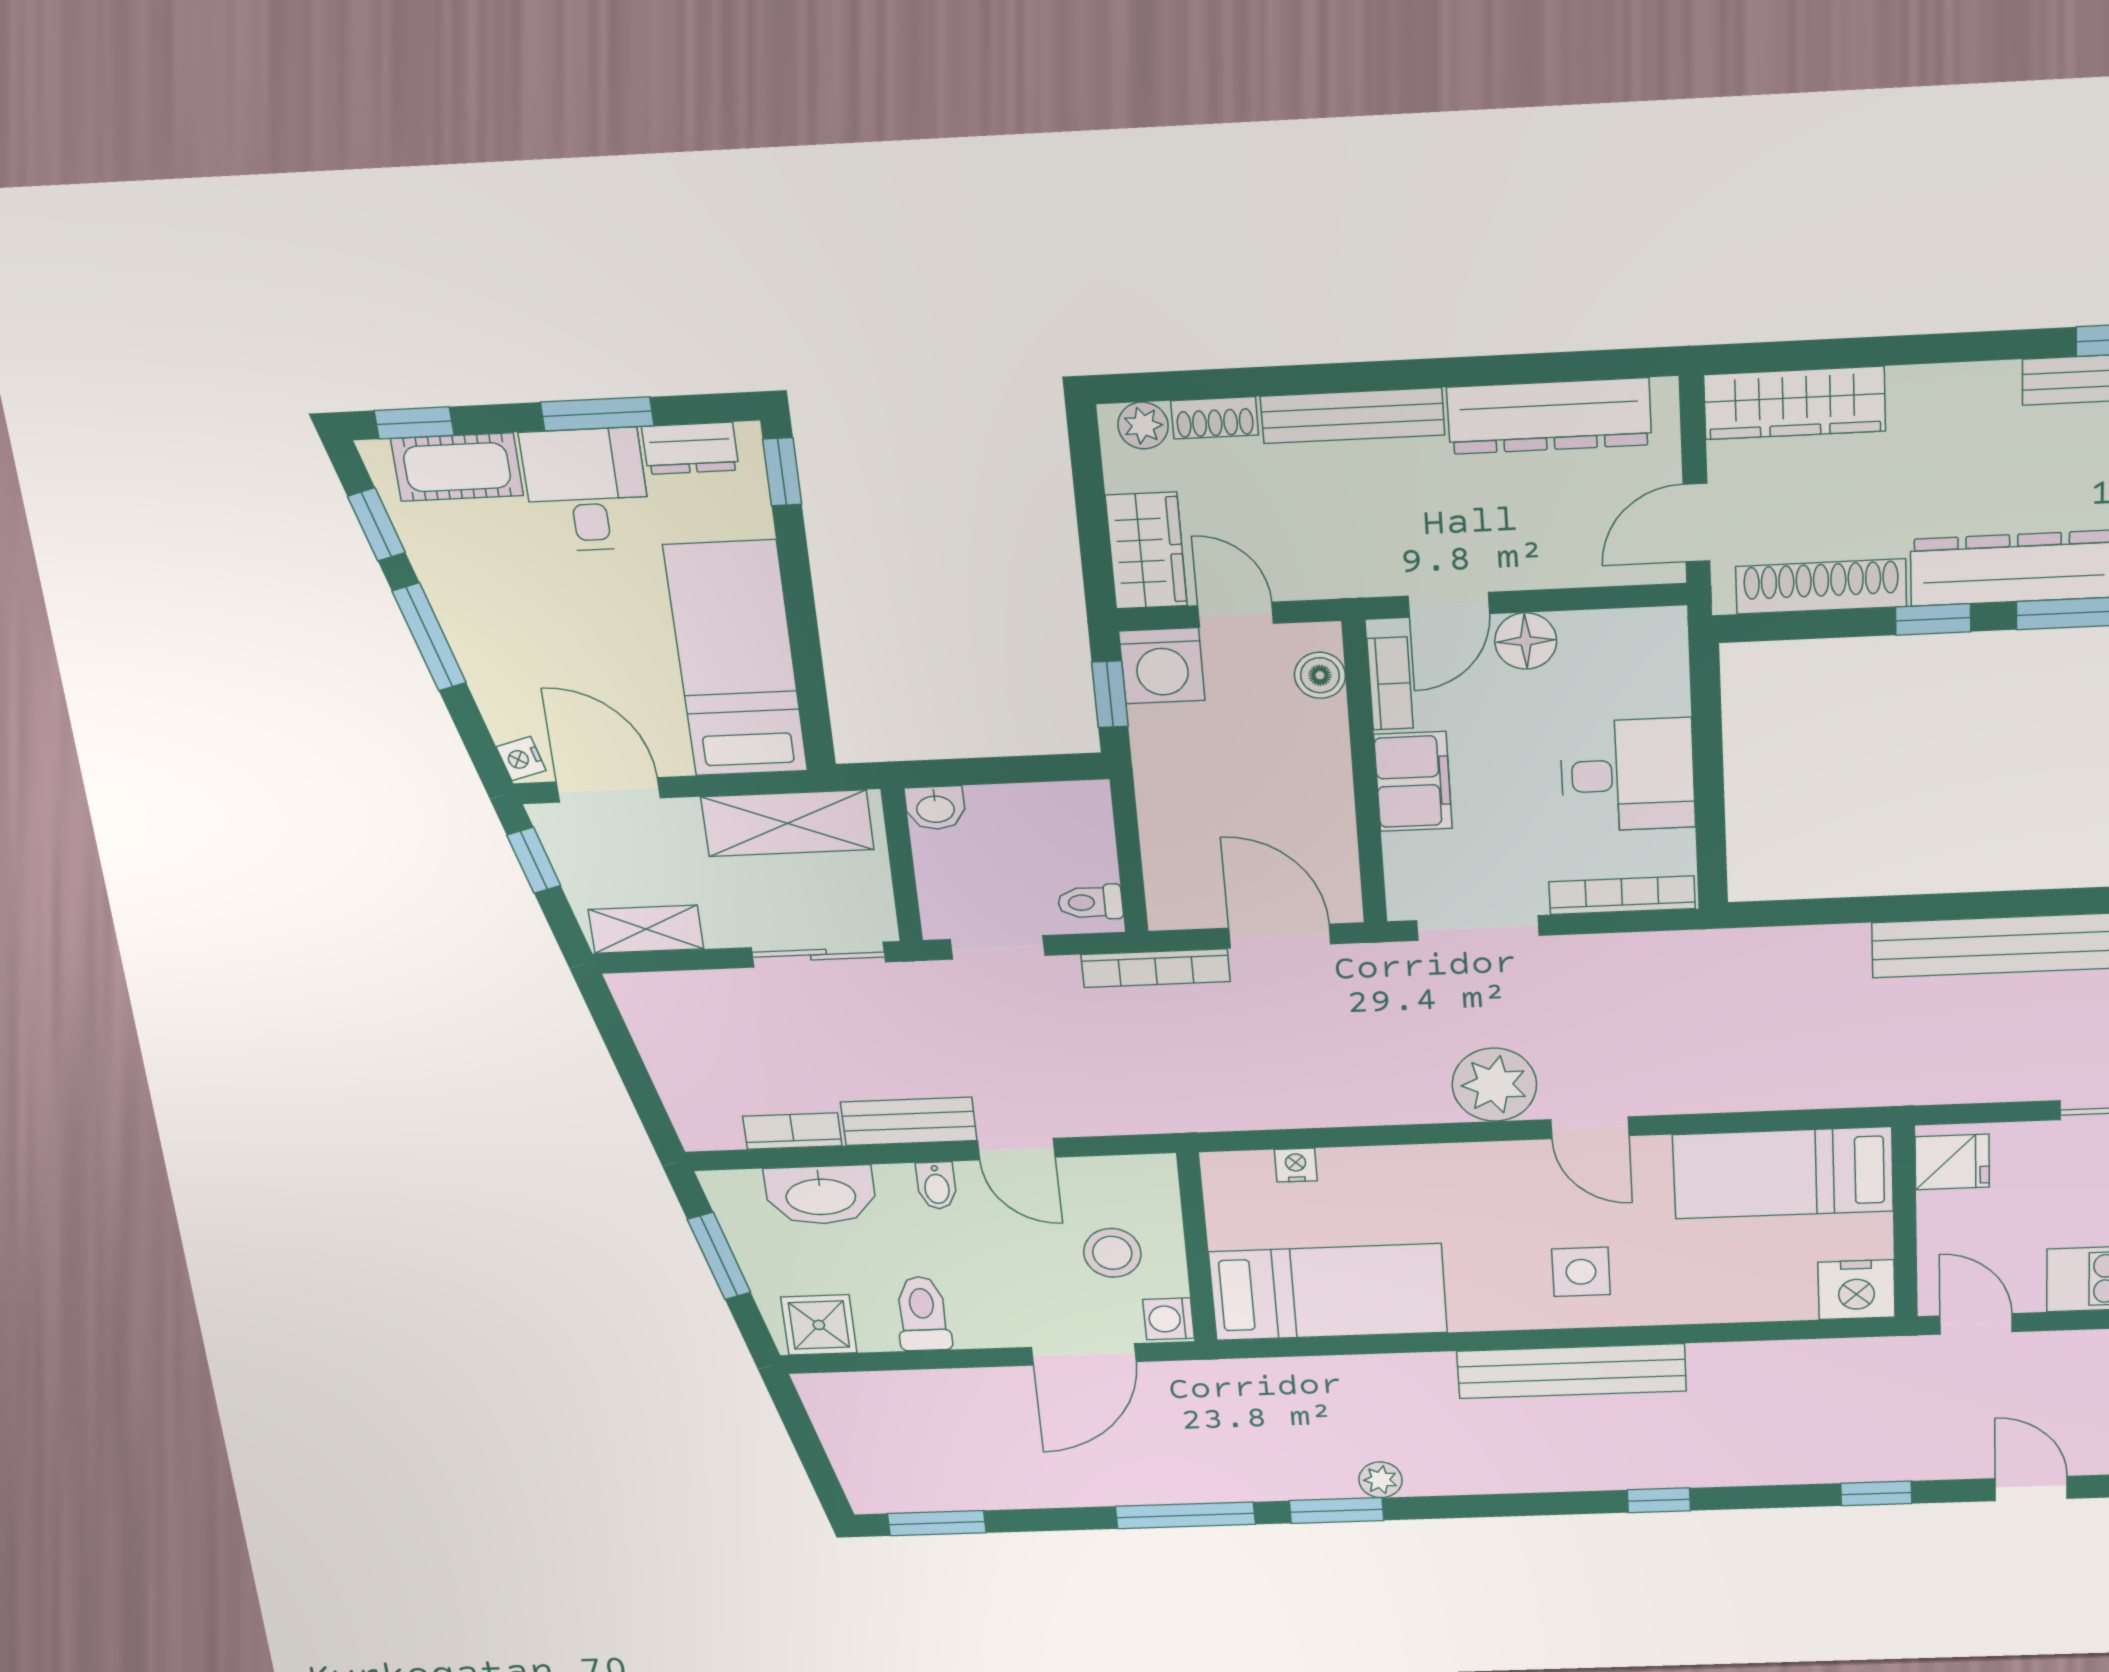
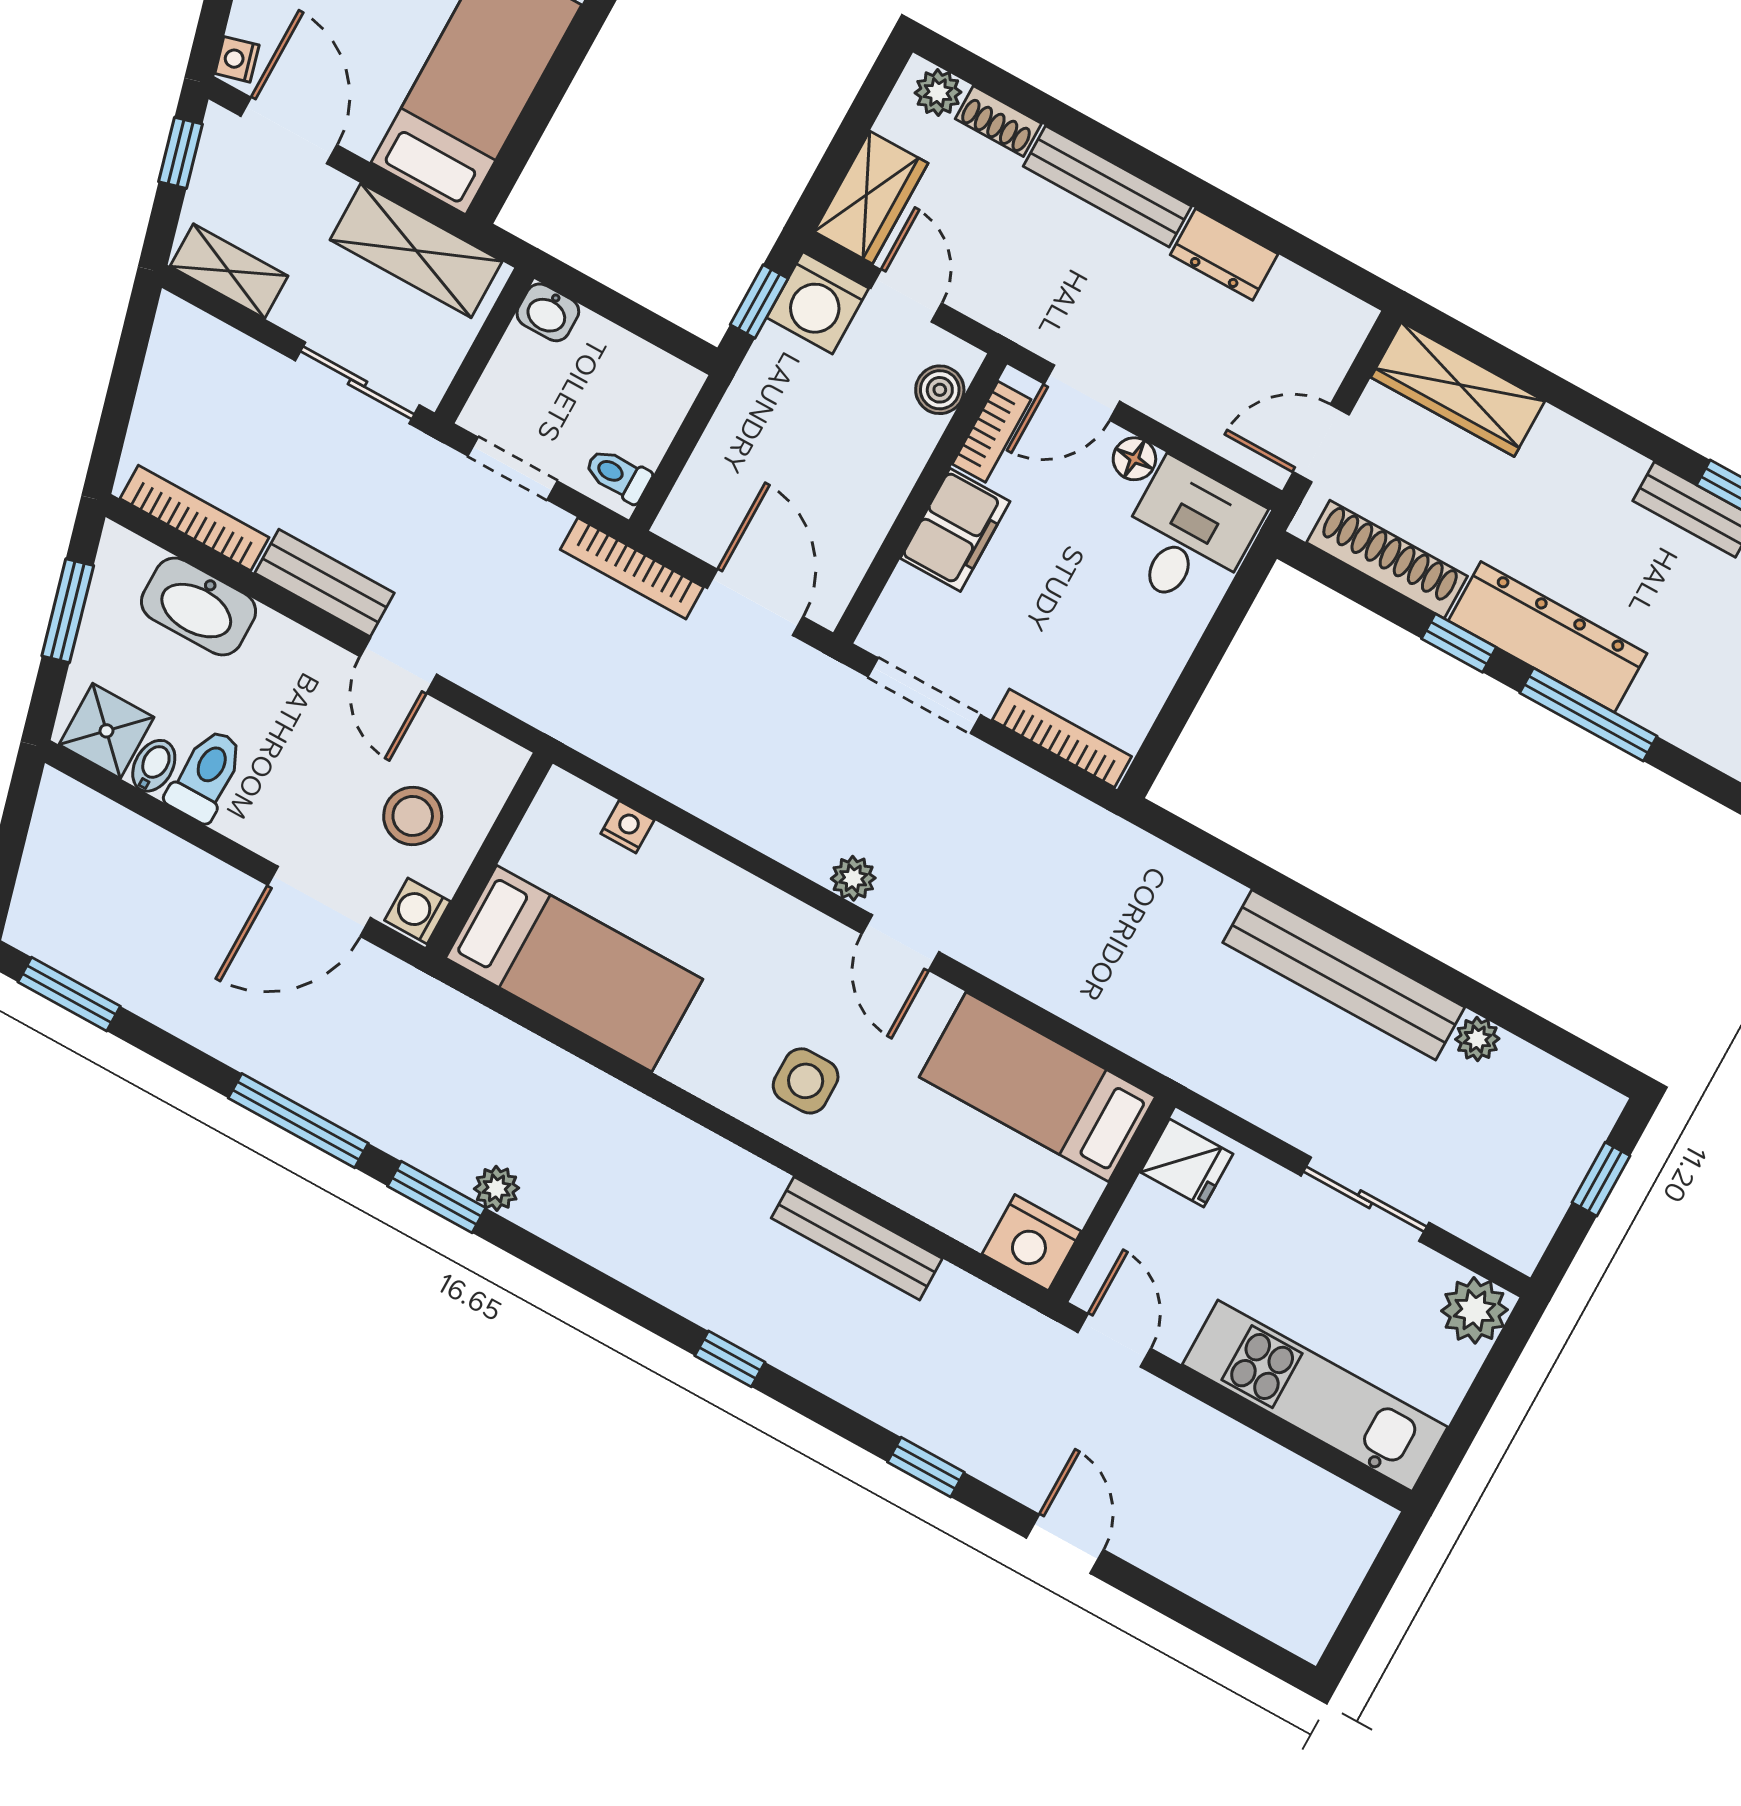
dresser: (1549, 416) -> (1224, 254), width x0.51, depth x0.80
floor lamp: (1526, 641) -> (1134, 459), width x0.73, depth x0.73
desk: (1628, 775) -> (1188, 536), moved, turned -90
plant: (1494, 1085) -> (853, 878), width x0.53, depth x0.53
bookcase: (792, 1131) -> (194, 518), width x1.56
bidet: (937, 1186) -> (154, 766), moved, turned 180
bench: (1572, 1371) -> (857, 1238), moved, width x0.73, depth x0.82

